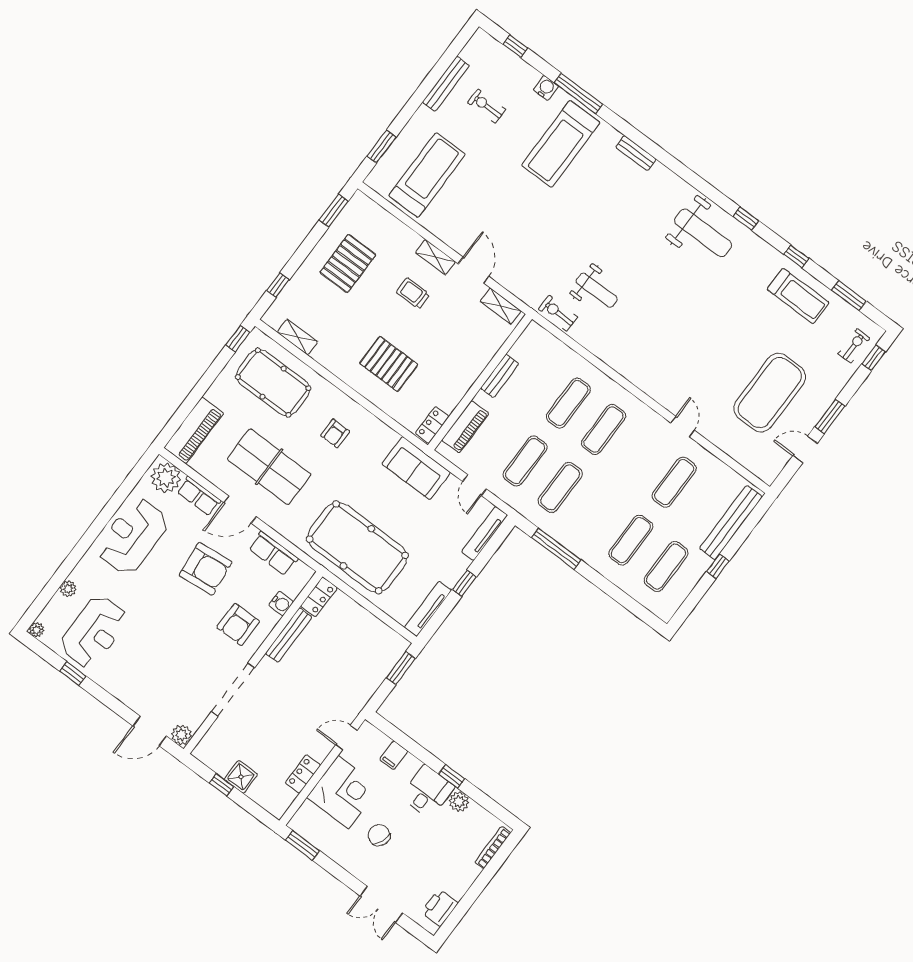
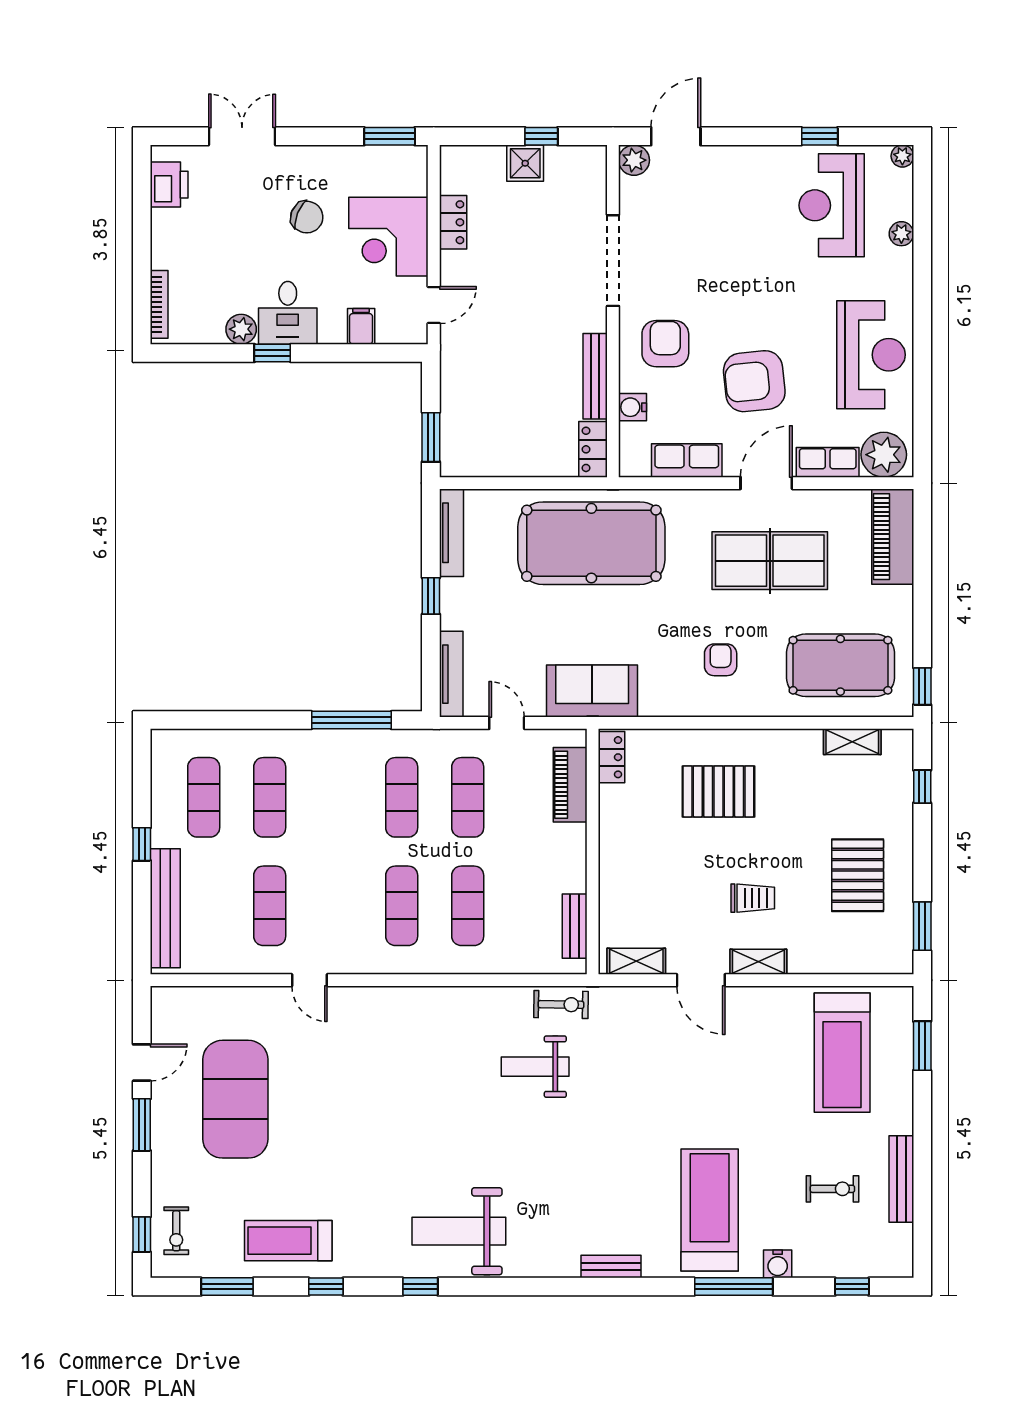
bench: (500, 376) -> (575, 926), moved

